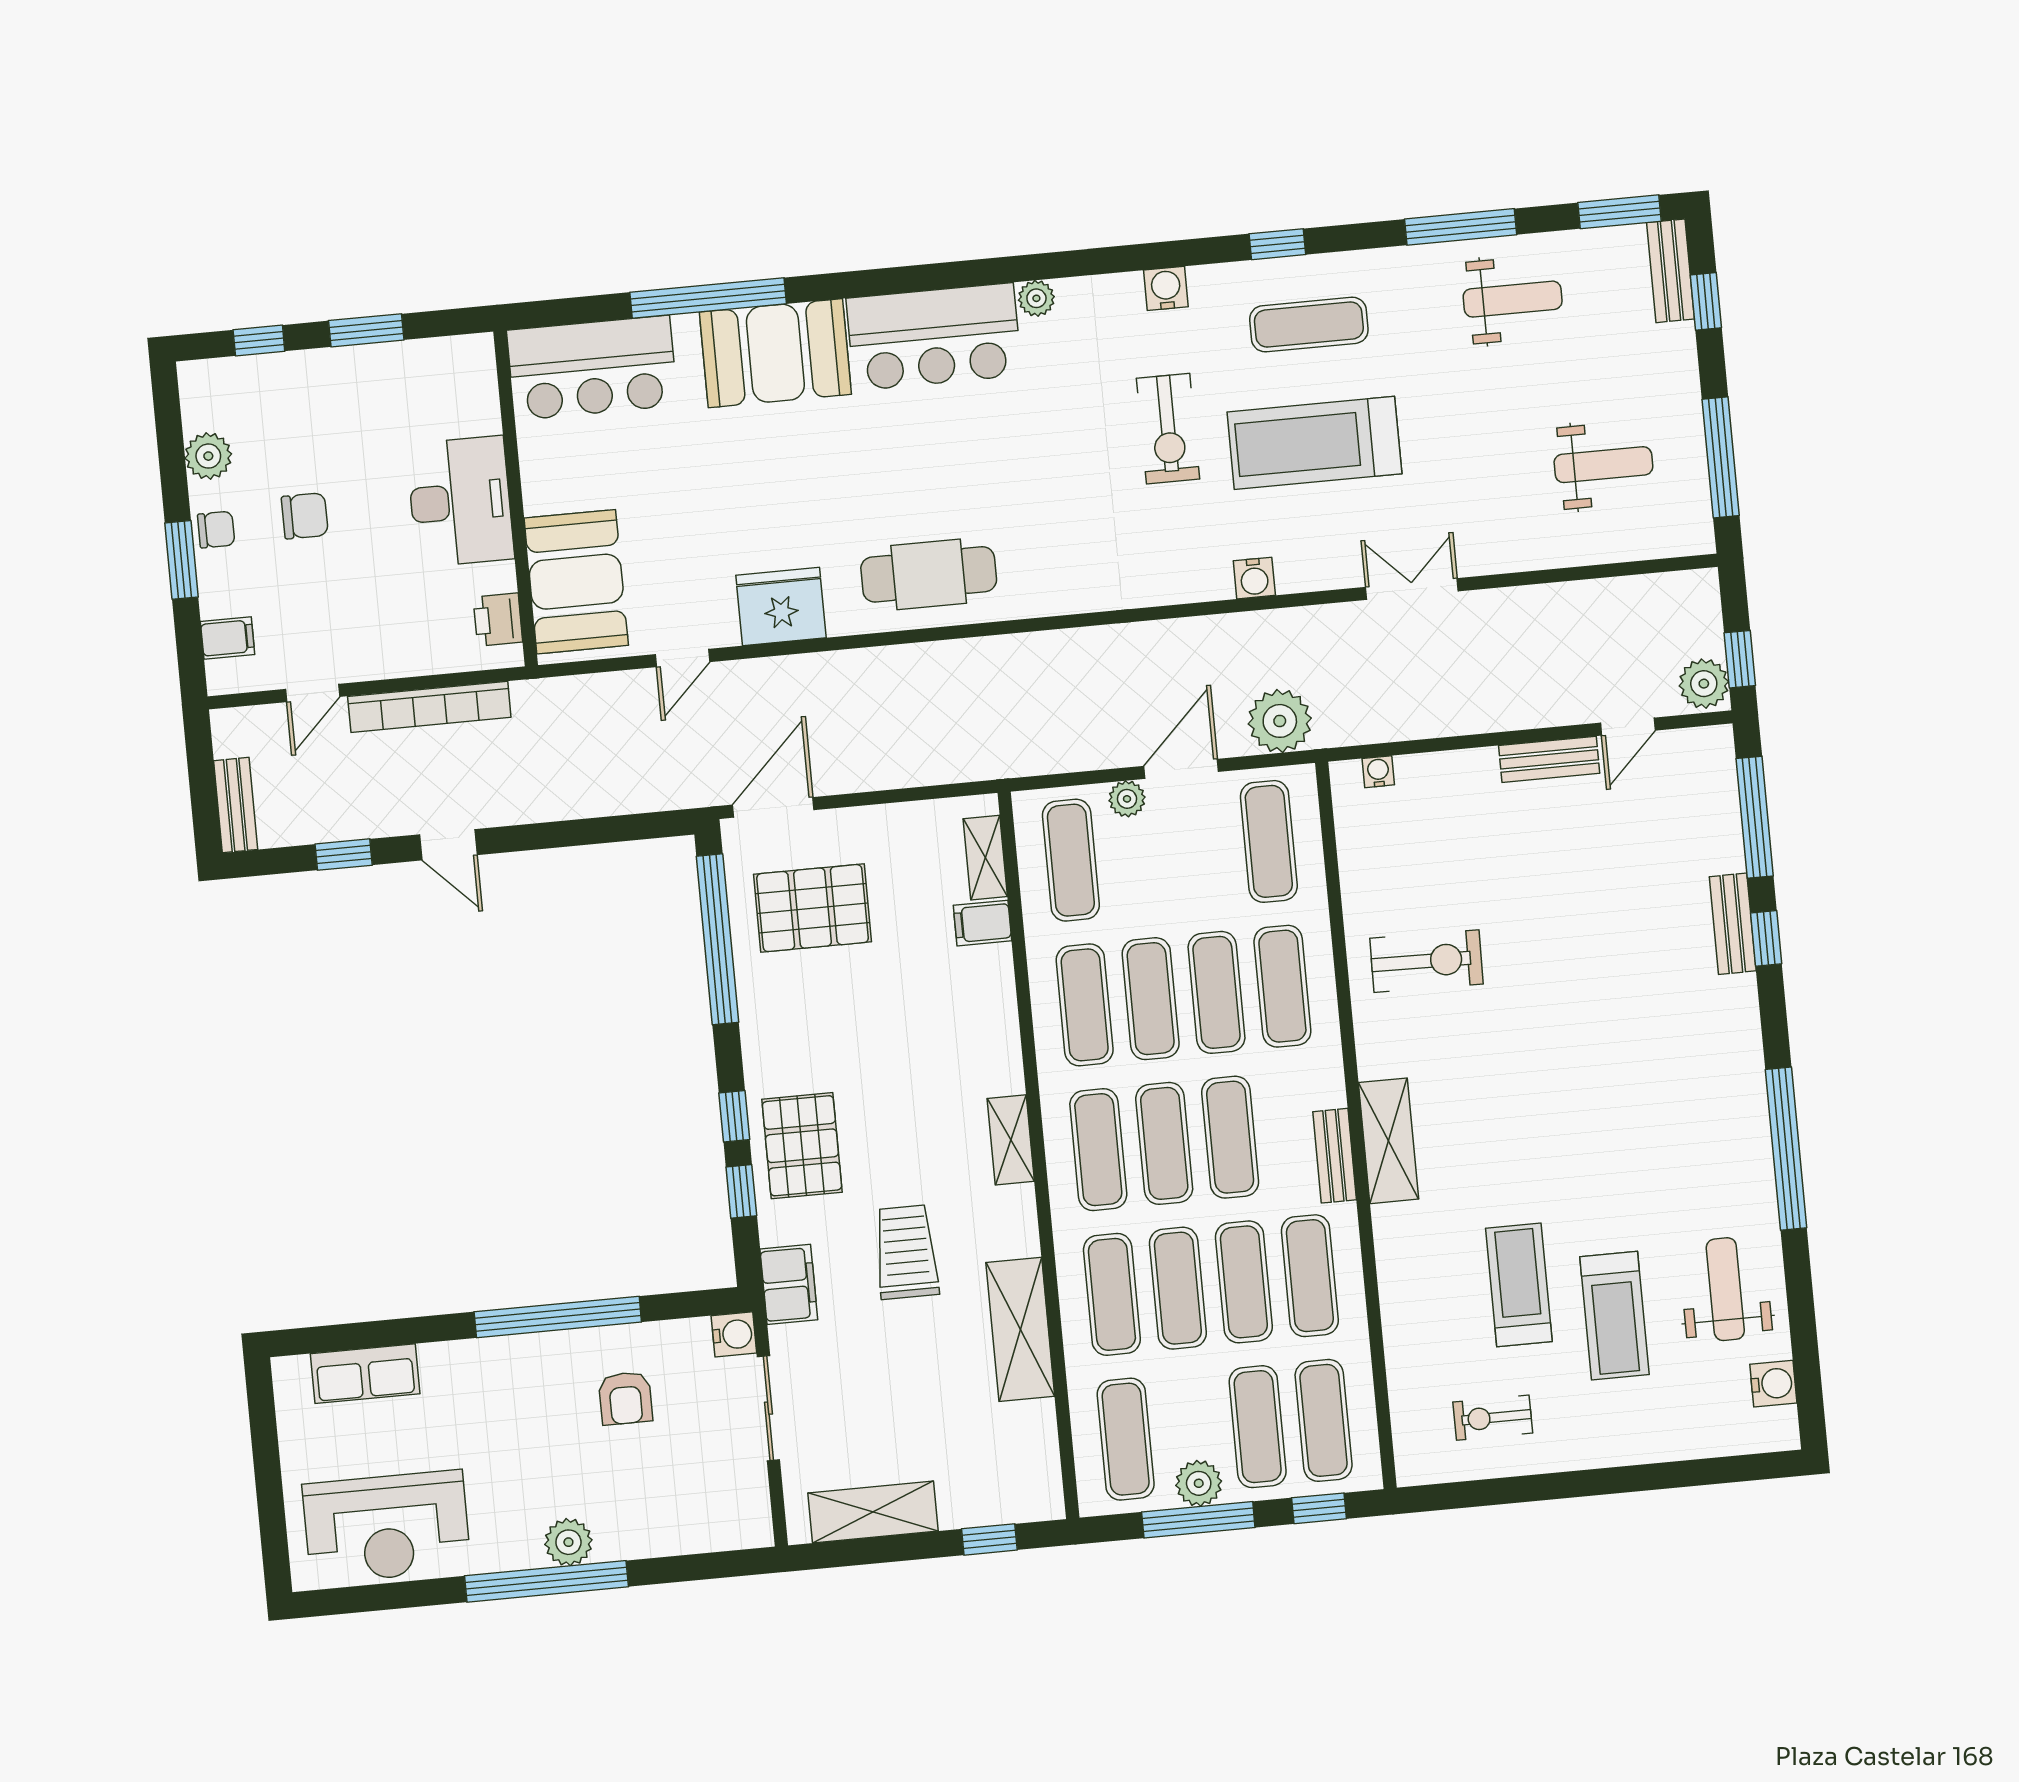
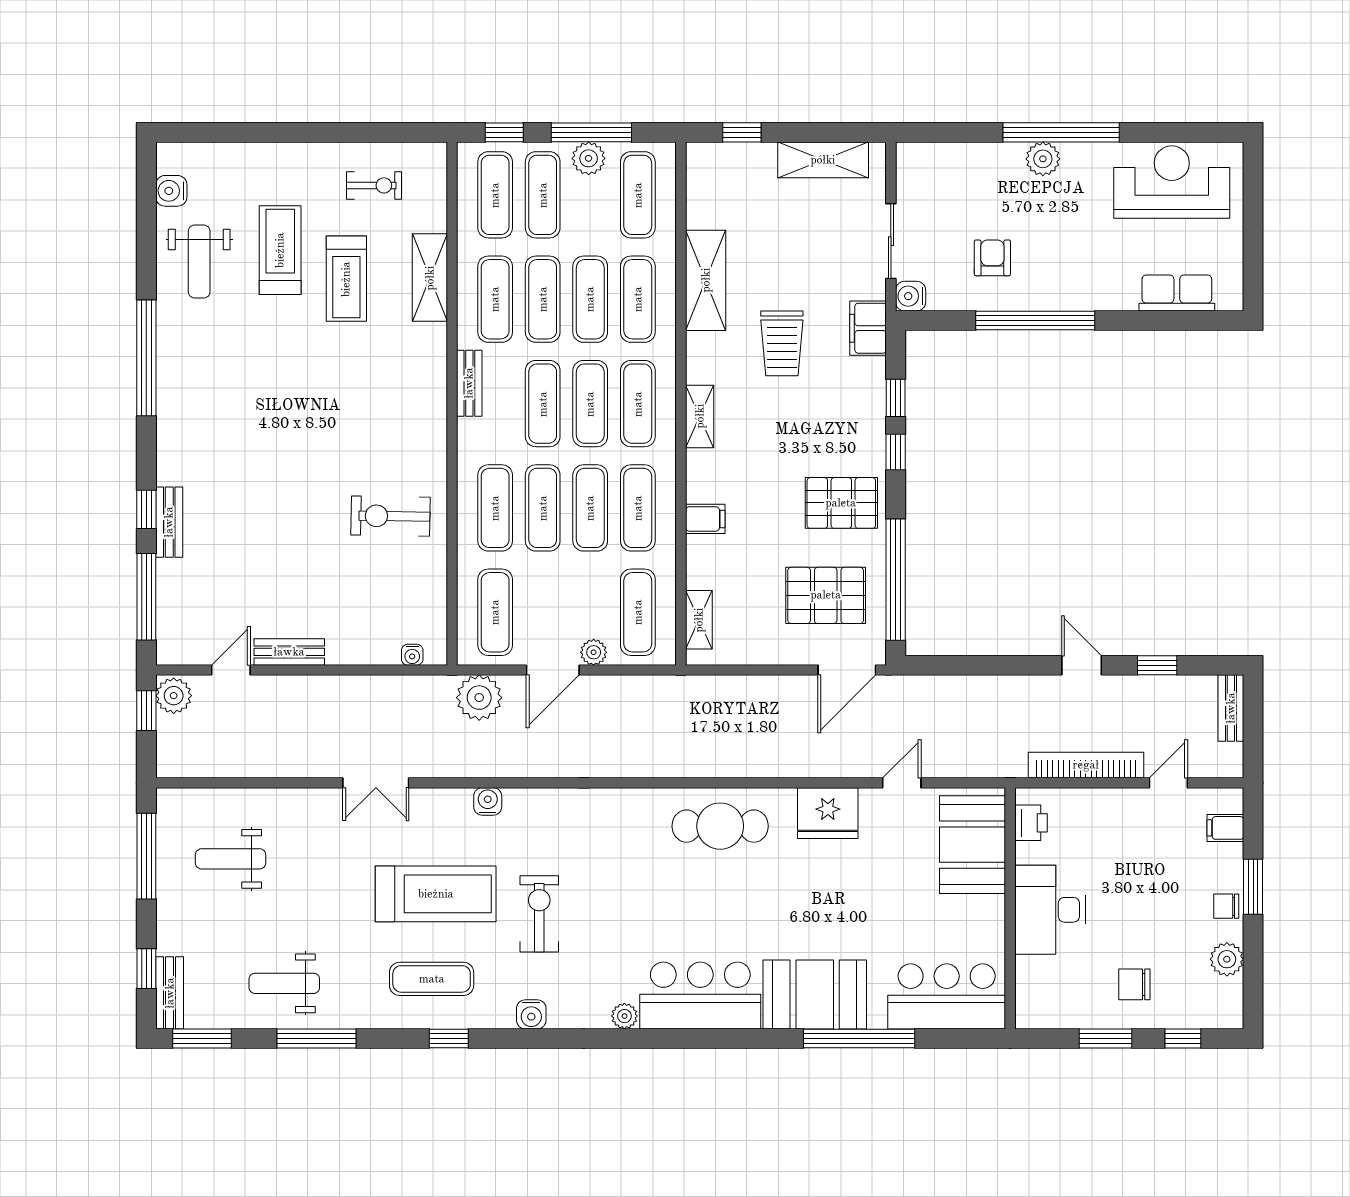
chair: (305, 516) -> (1134, 984), moved
filing cabinet: (982, 923) -> (705, 519), moved
shelving: (1389, 1141) -> (430, 278), moved
pallet: (802, 1146) -> (841, 503), moved, turned 90

